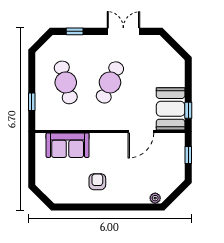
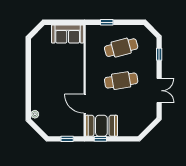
cafe table: (110, 82) -> (121, 81), turned -33
sofa: (68, 145) -> (68, 34), moved, turned -90
armchair: (97, 182) -> (47, 71), removed

